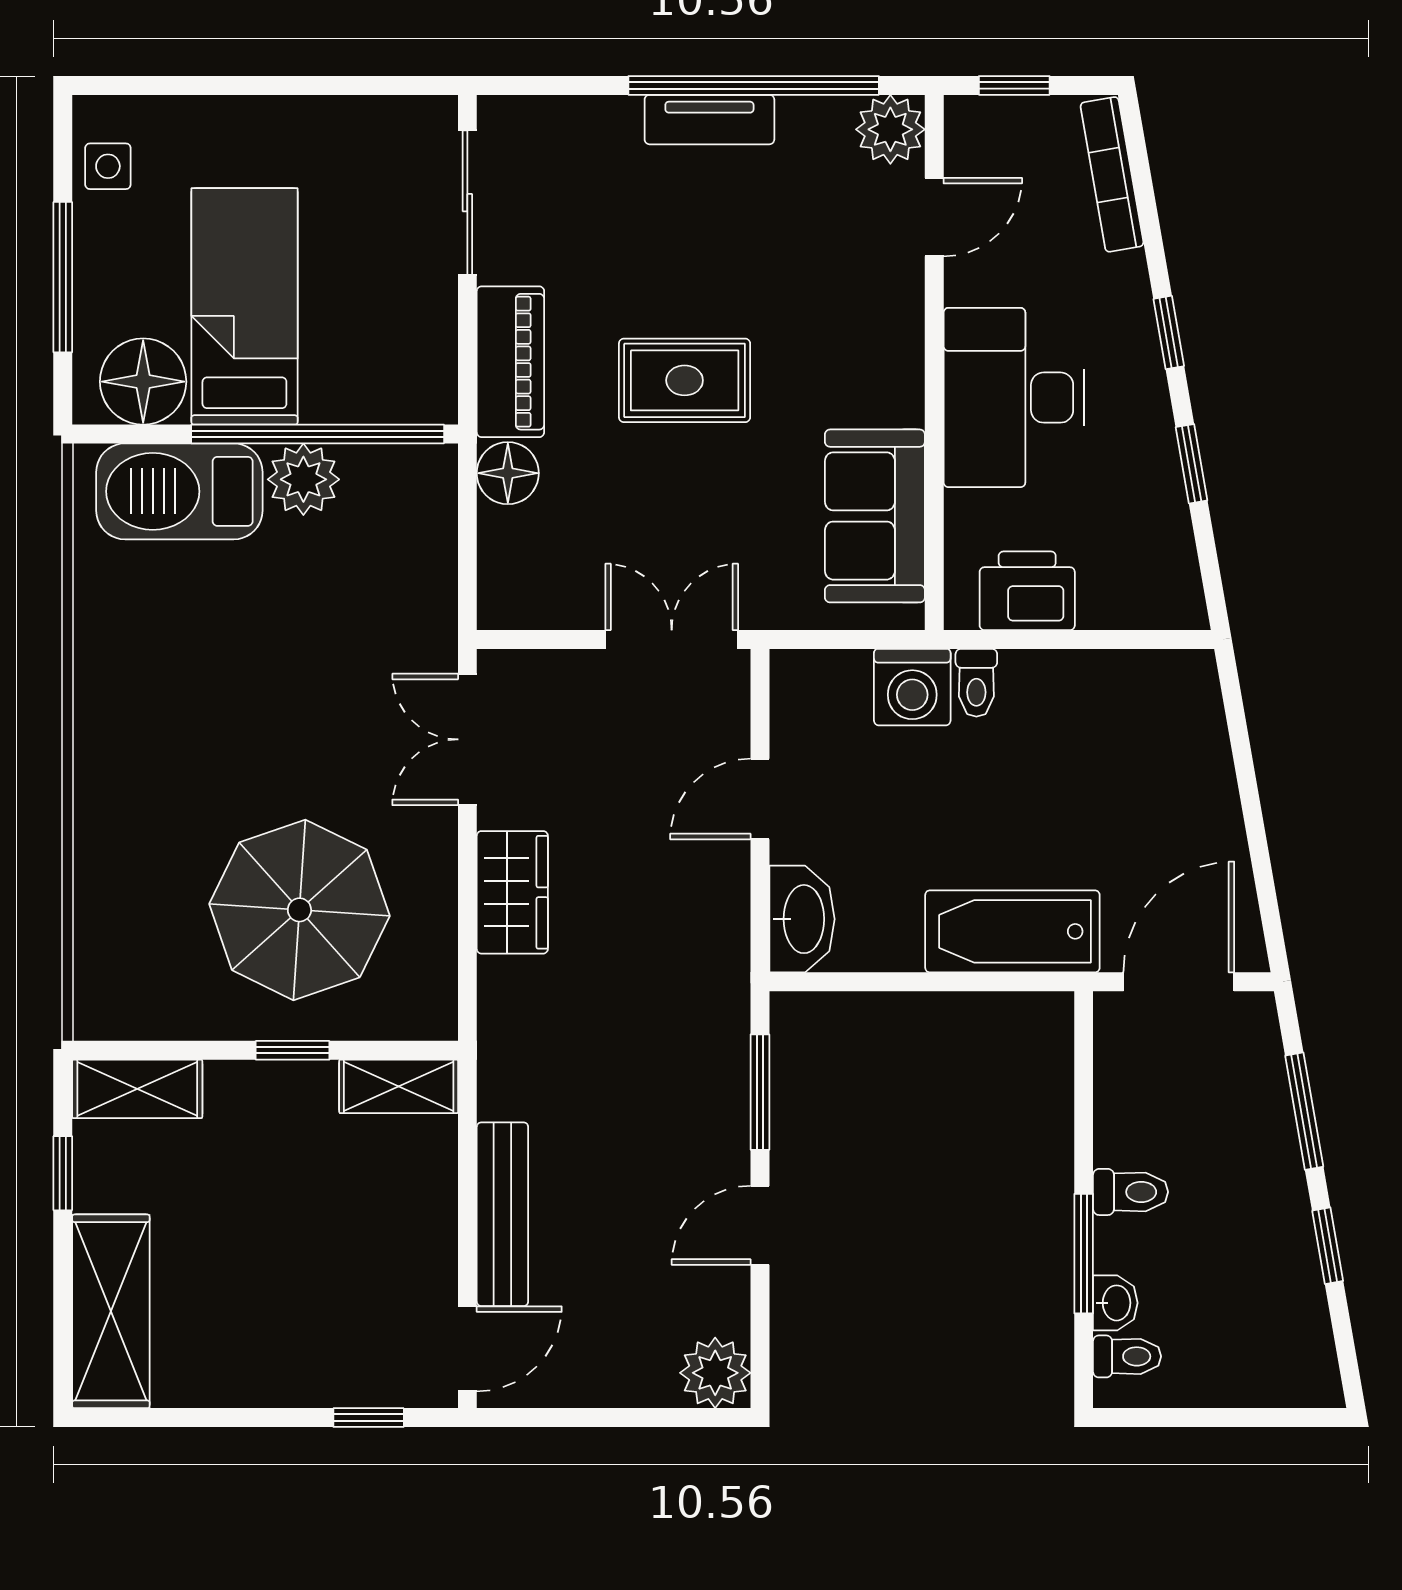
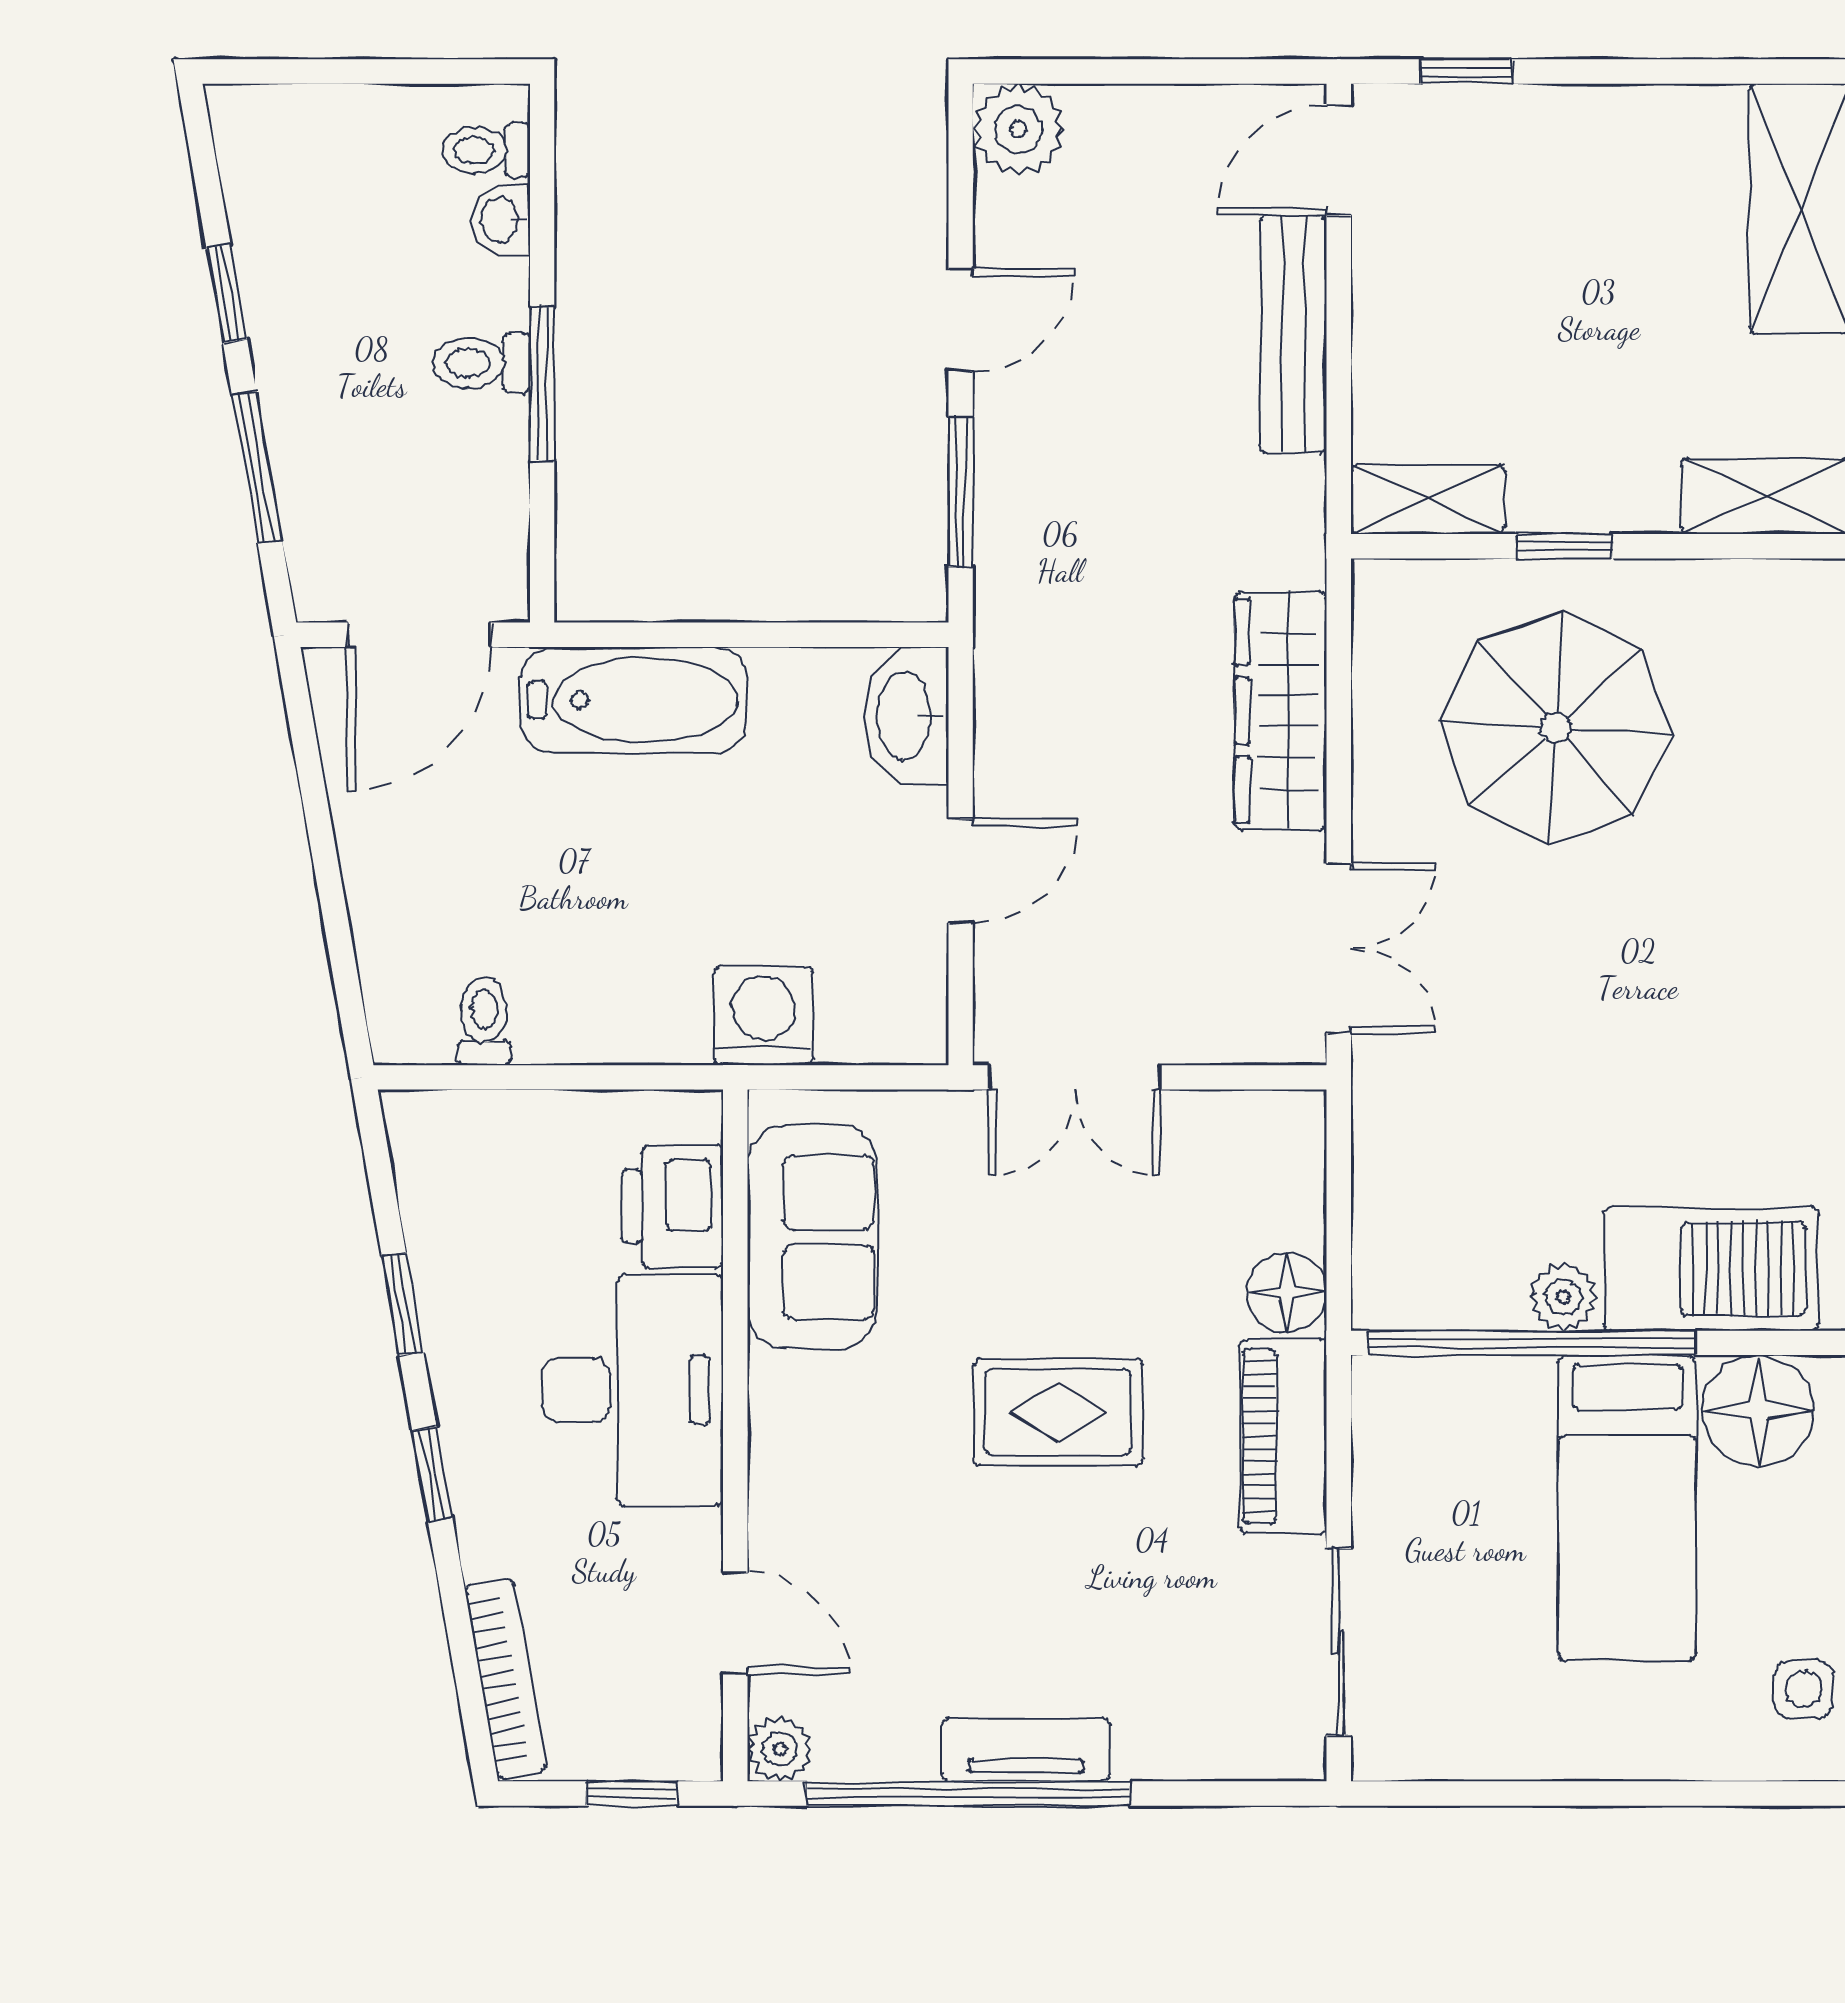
plant: (890, 129) -> (780, 1749), width x0.73, depth x0.73
door: (934, 217) -> (735, 1623), swing flipped
plant: (303, 479) -> (1563, 1297), width x0.73, depth x0.73
printer: (1027, 591) -> (672, 1206), moved, turned 90
toilet: (976, 683) -> (484, 1021), moved
wardrobe: (512, 892) -> (1281, 711), width x1.50
window: (1084, 1254) -> (542, 383), moved

